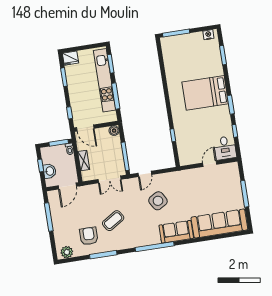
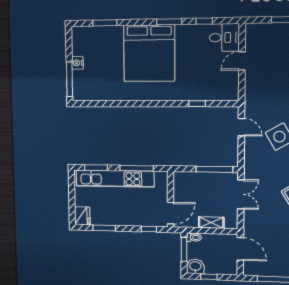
nightstand: (208, 35) -> (77, 63), moved
bed: (205, 93) -> (149, 53), width x1.36
boiler: (114, 131) -> (179, 178), removed
door: (210, 164) -> (242, 61), hinge flipped
washbasin: (50, 171) -> (195, 266), moved
door: (145, 174) -> (241, 127), moved

